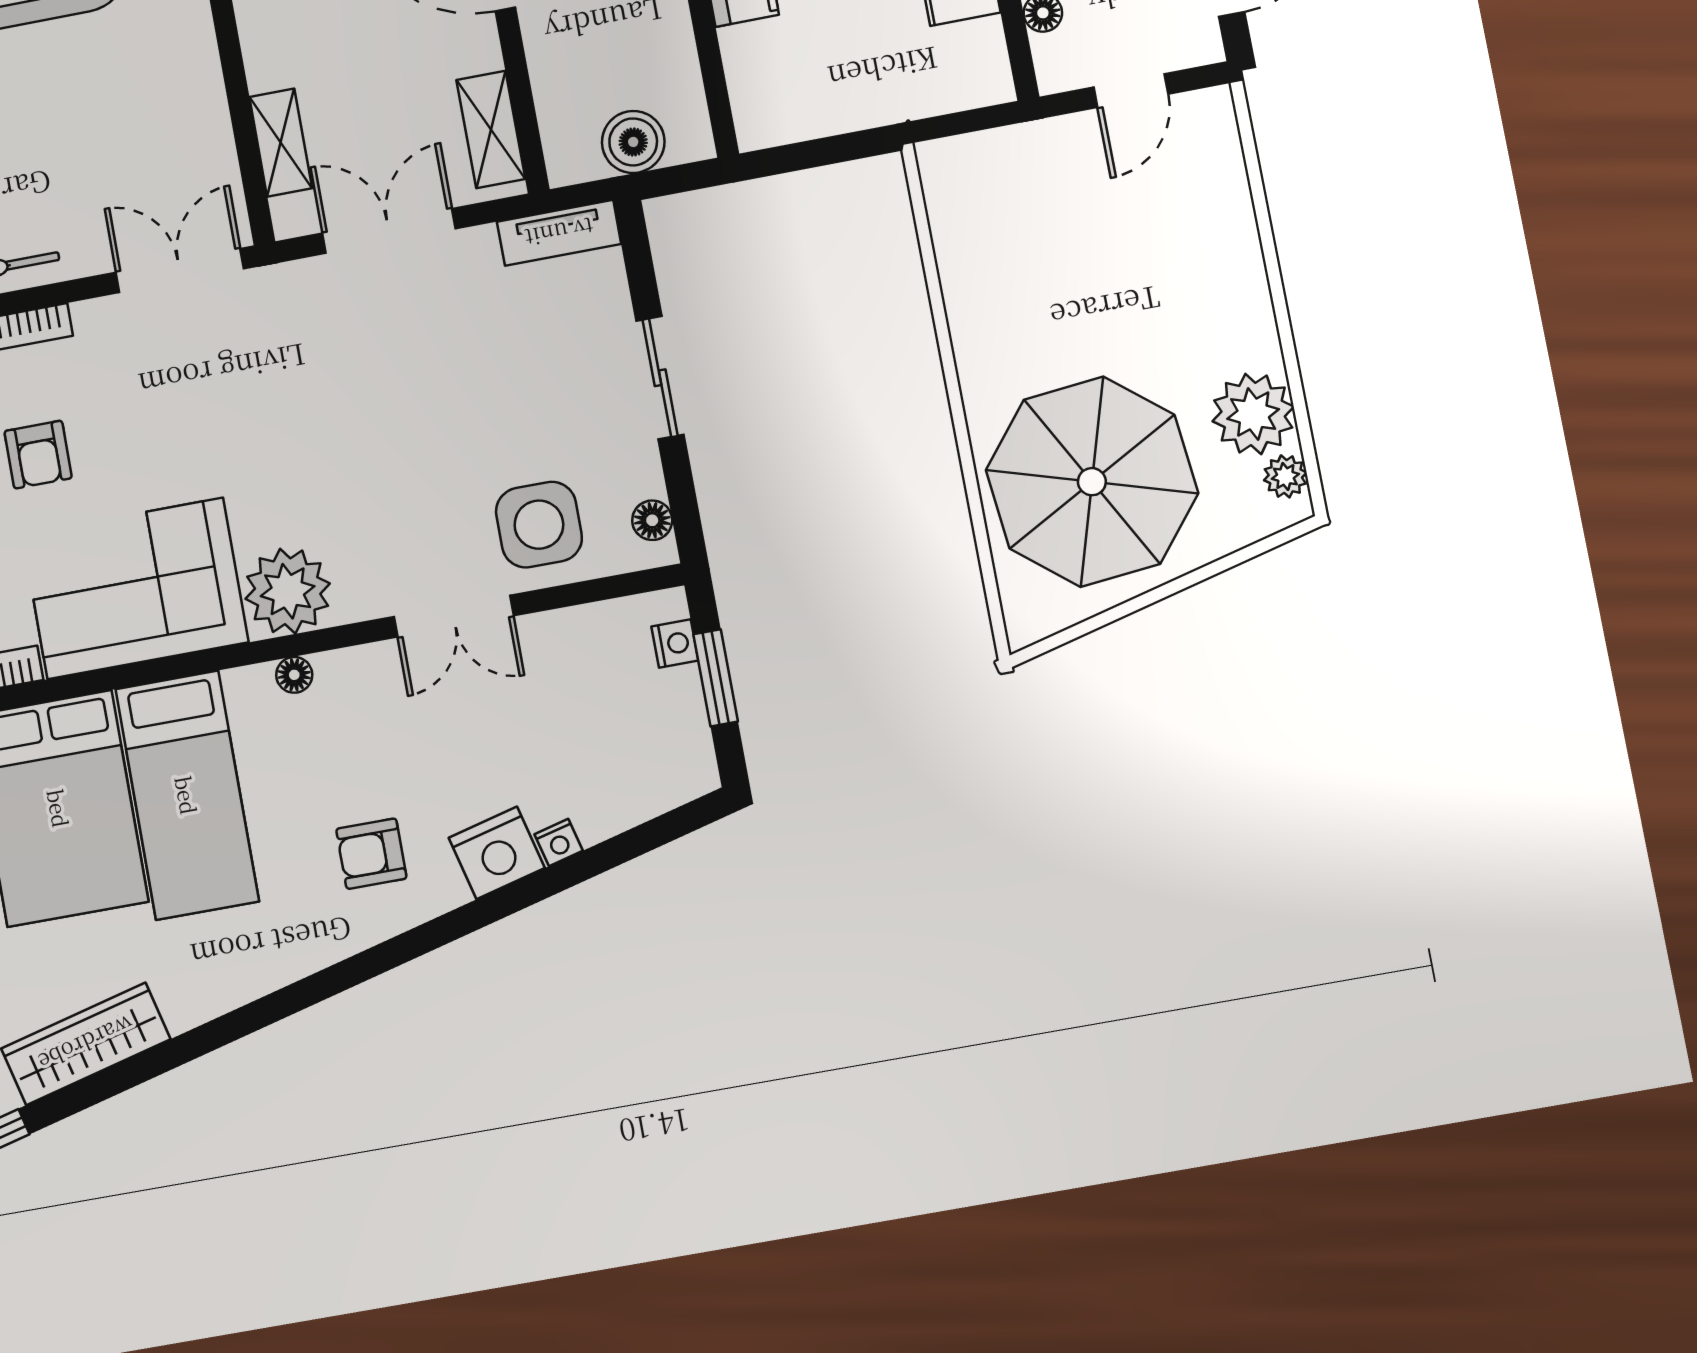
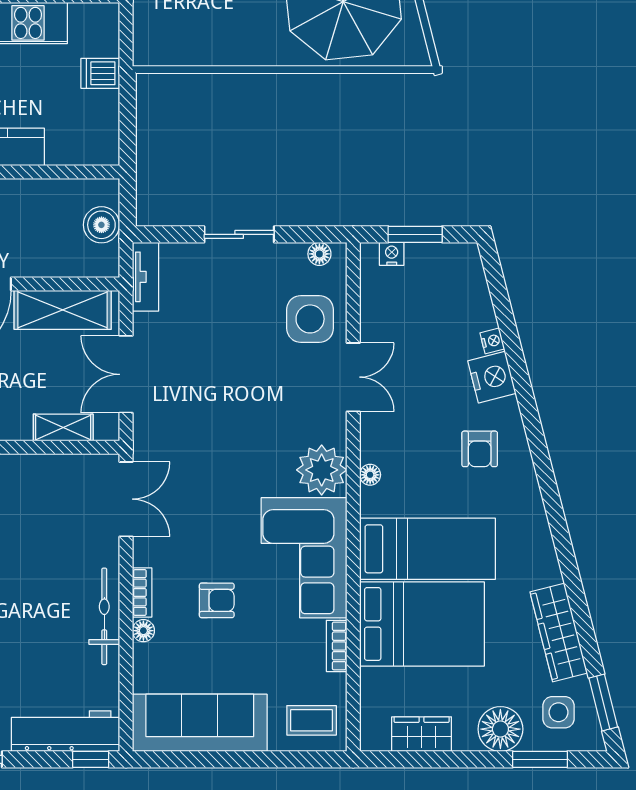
dishwasher: (890, 91) -> (100, 73), added
shelving: (491, 129) -> (63, 310), width x1.50, depth x1.33
double door: (180, 271) -> (126, 499), swing flipped

